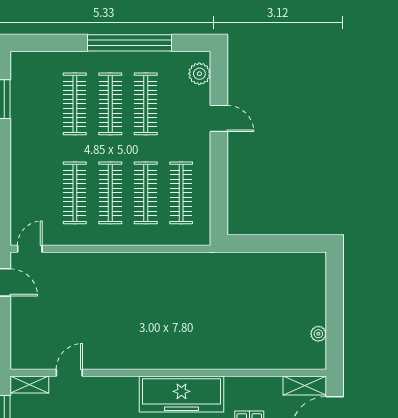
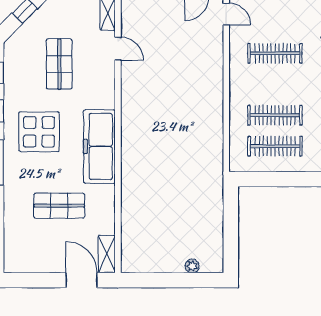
clothes rail: (110, 193) -> (275, 84), removed
plant: (318, 334) -> (192, 266), moved

